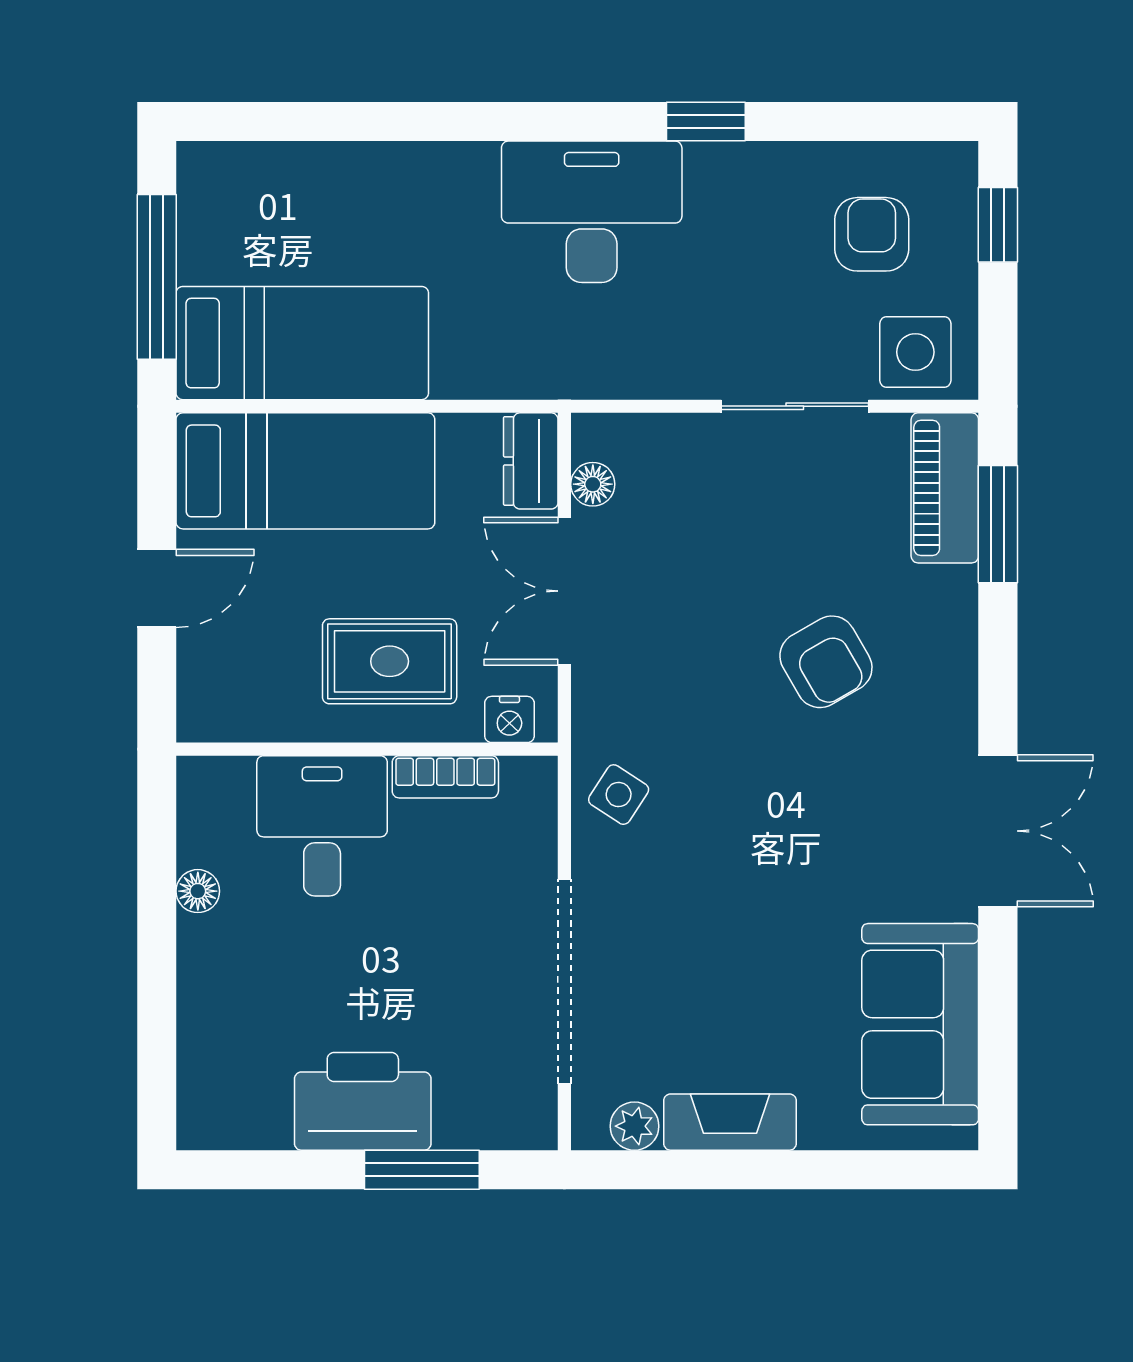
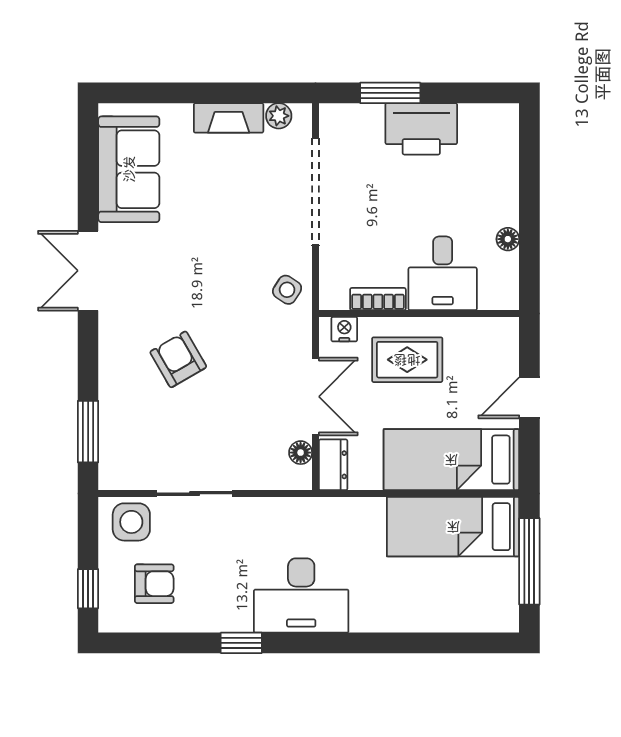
armchair: (872, 234) -> (154, 584), turned -90
piano: (945, 488) -> (116, 451), removed

